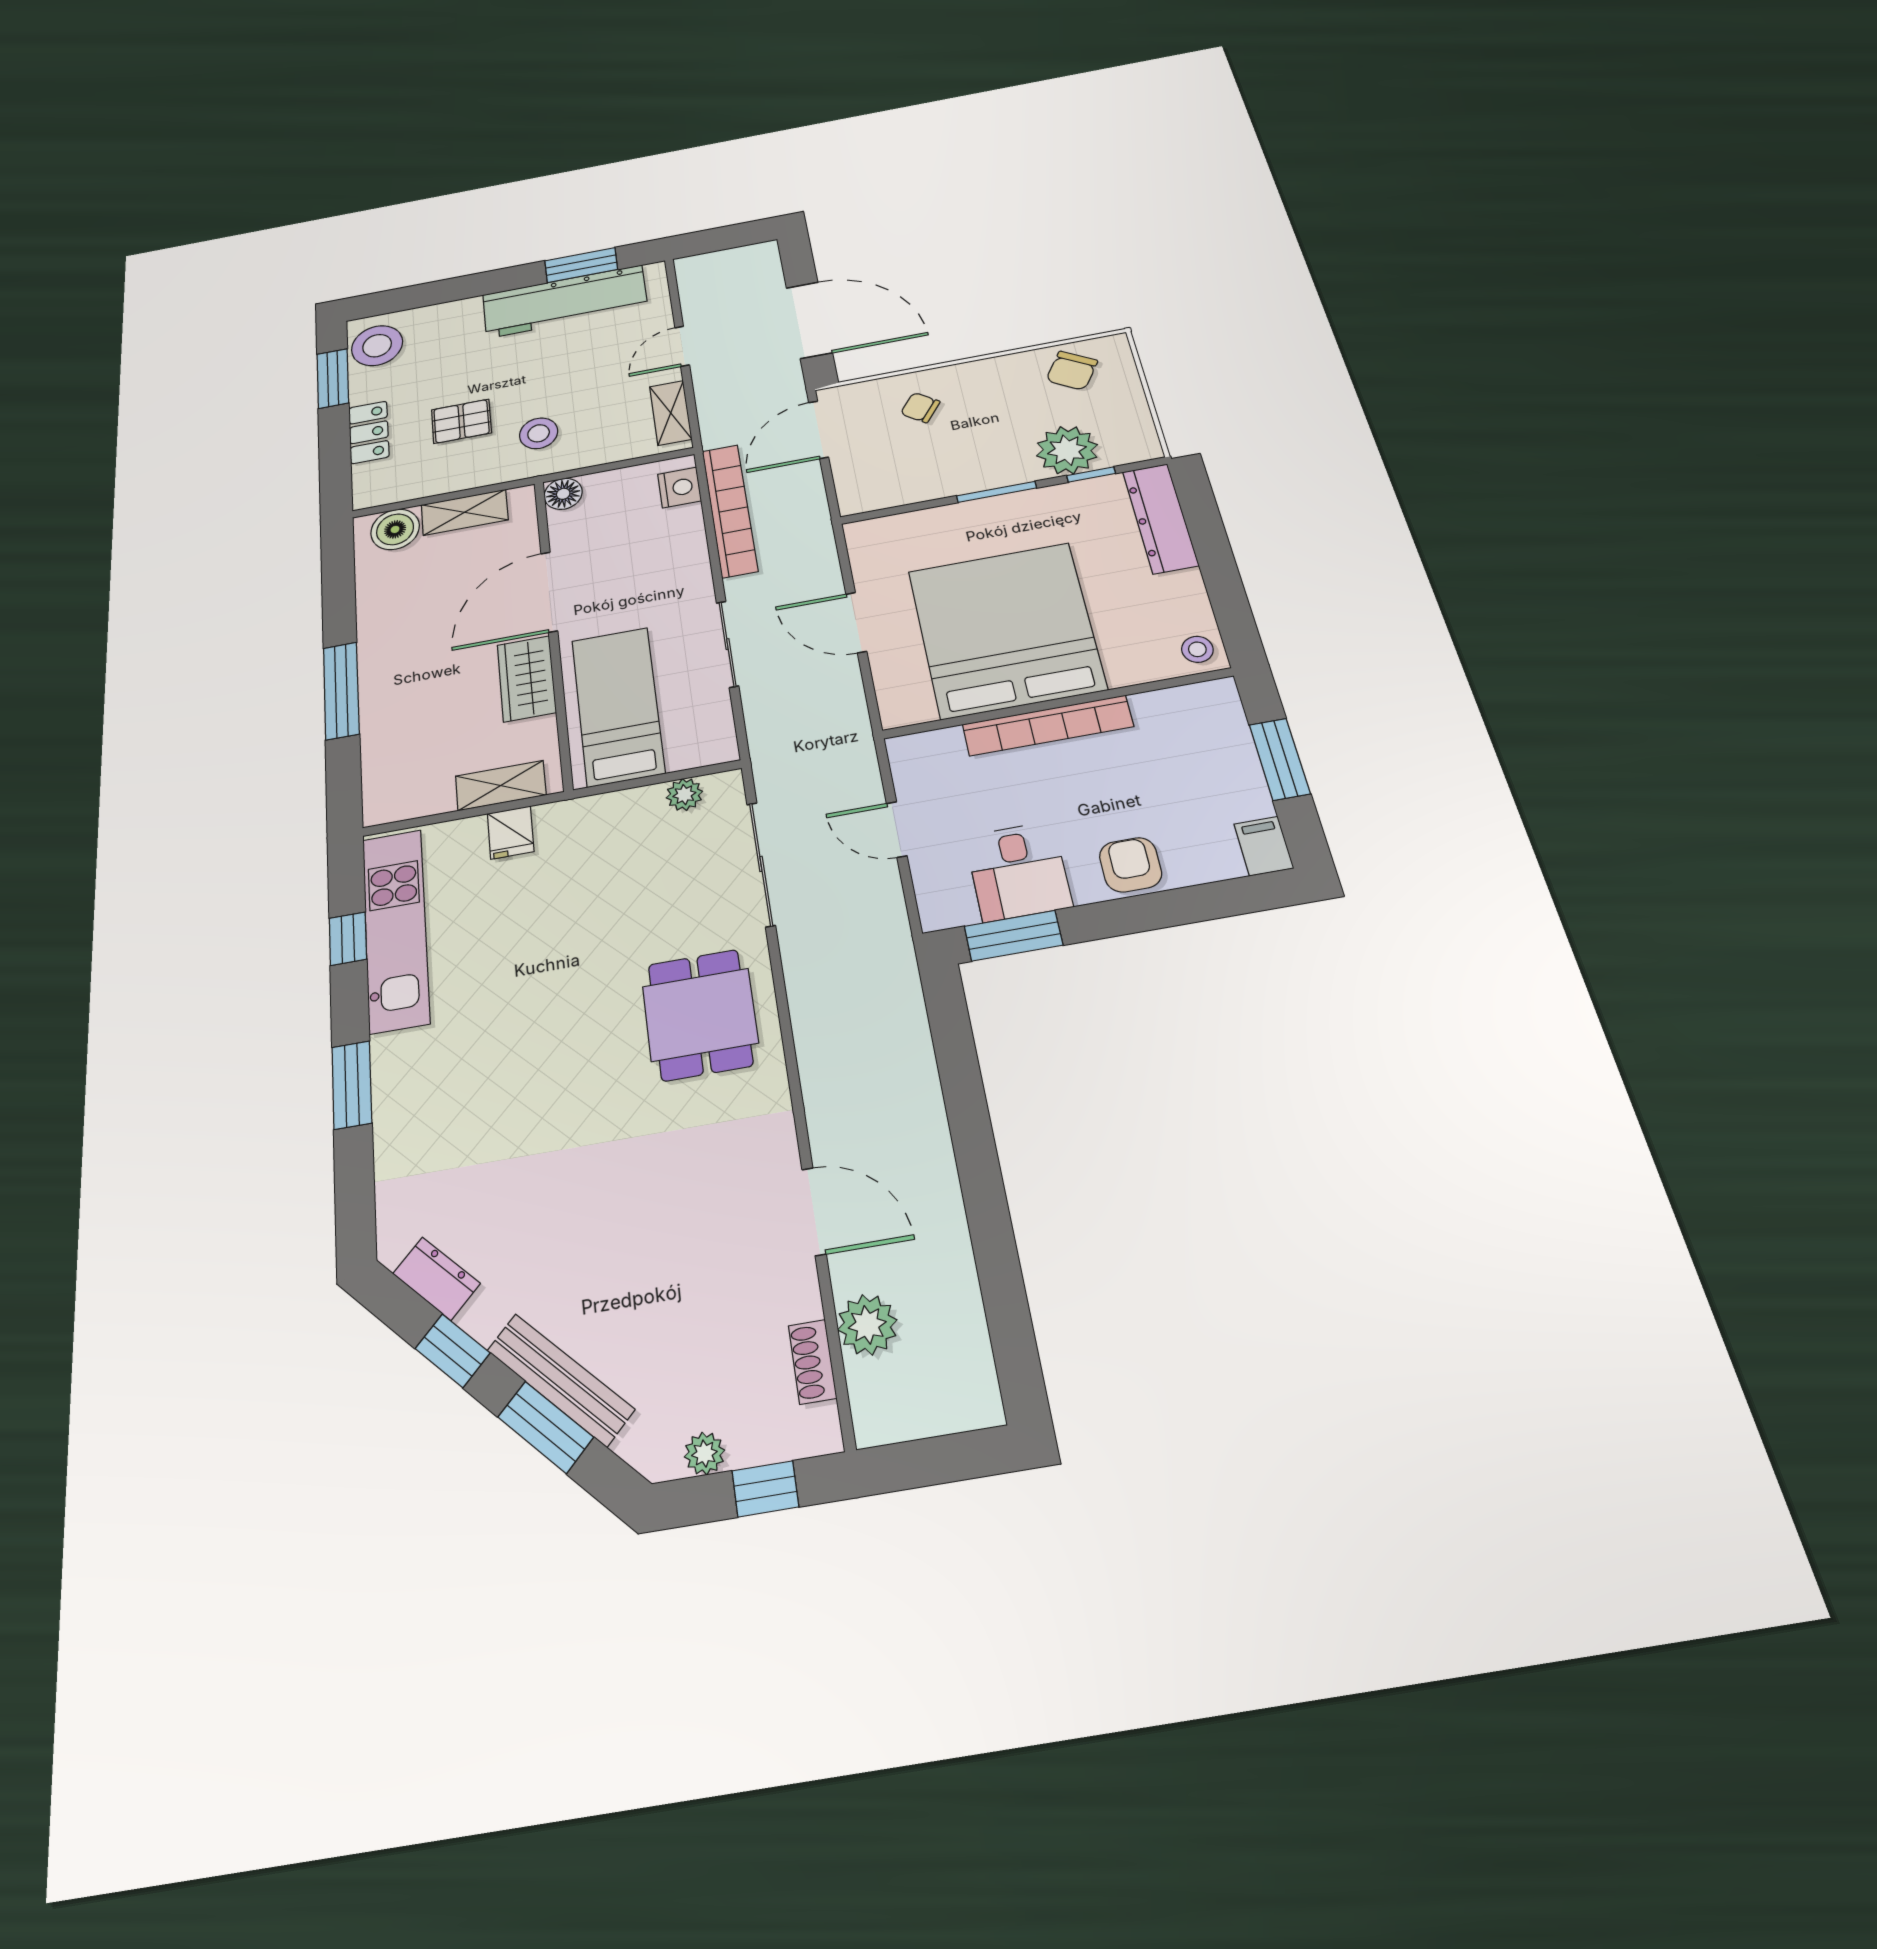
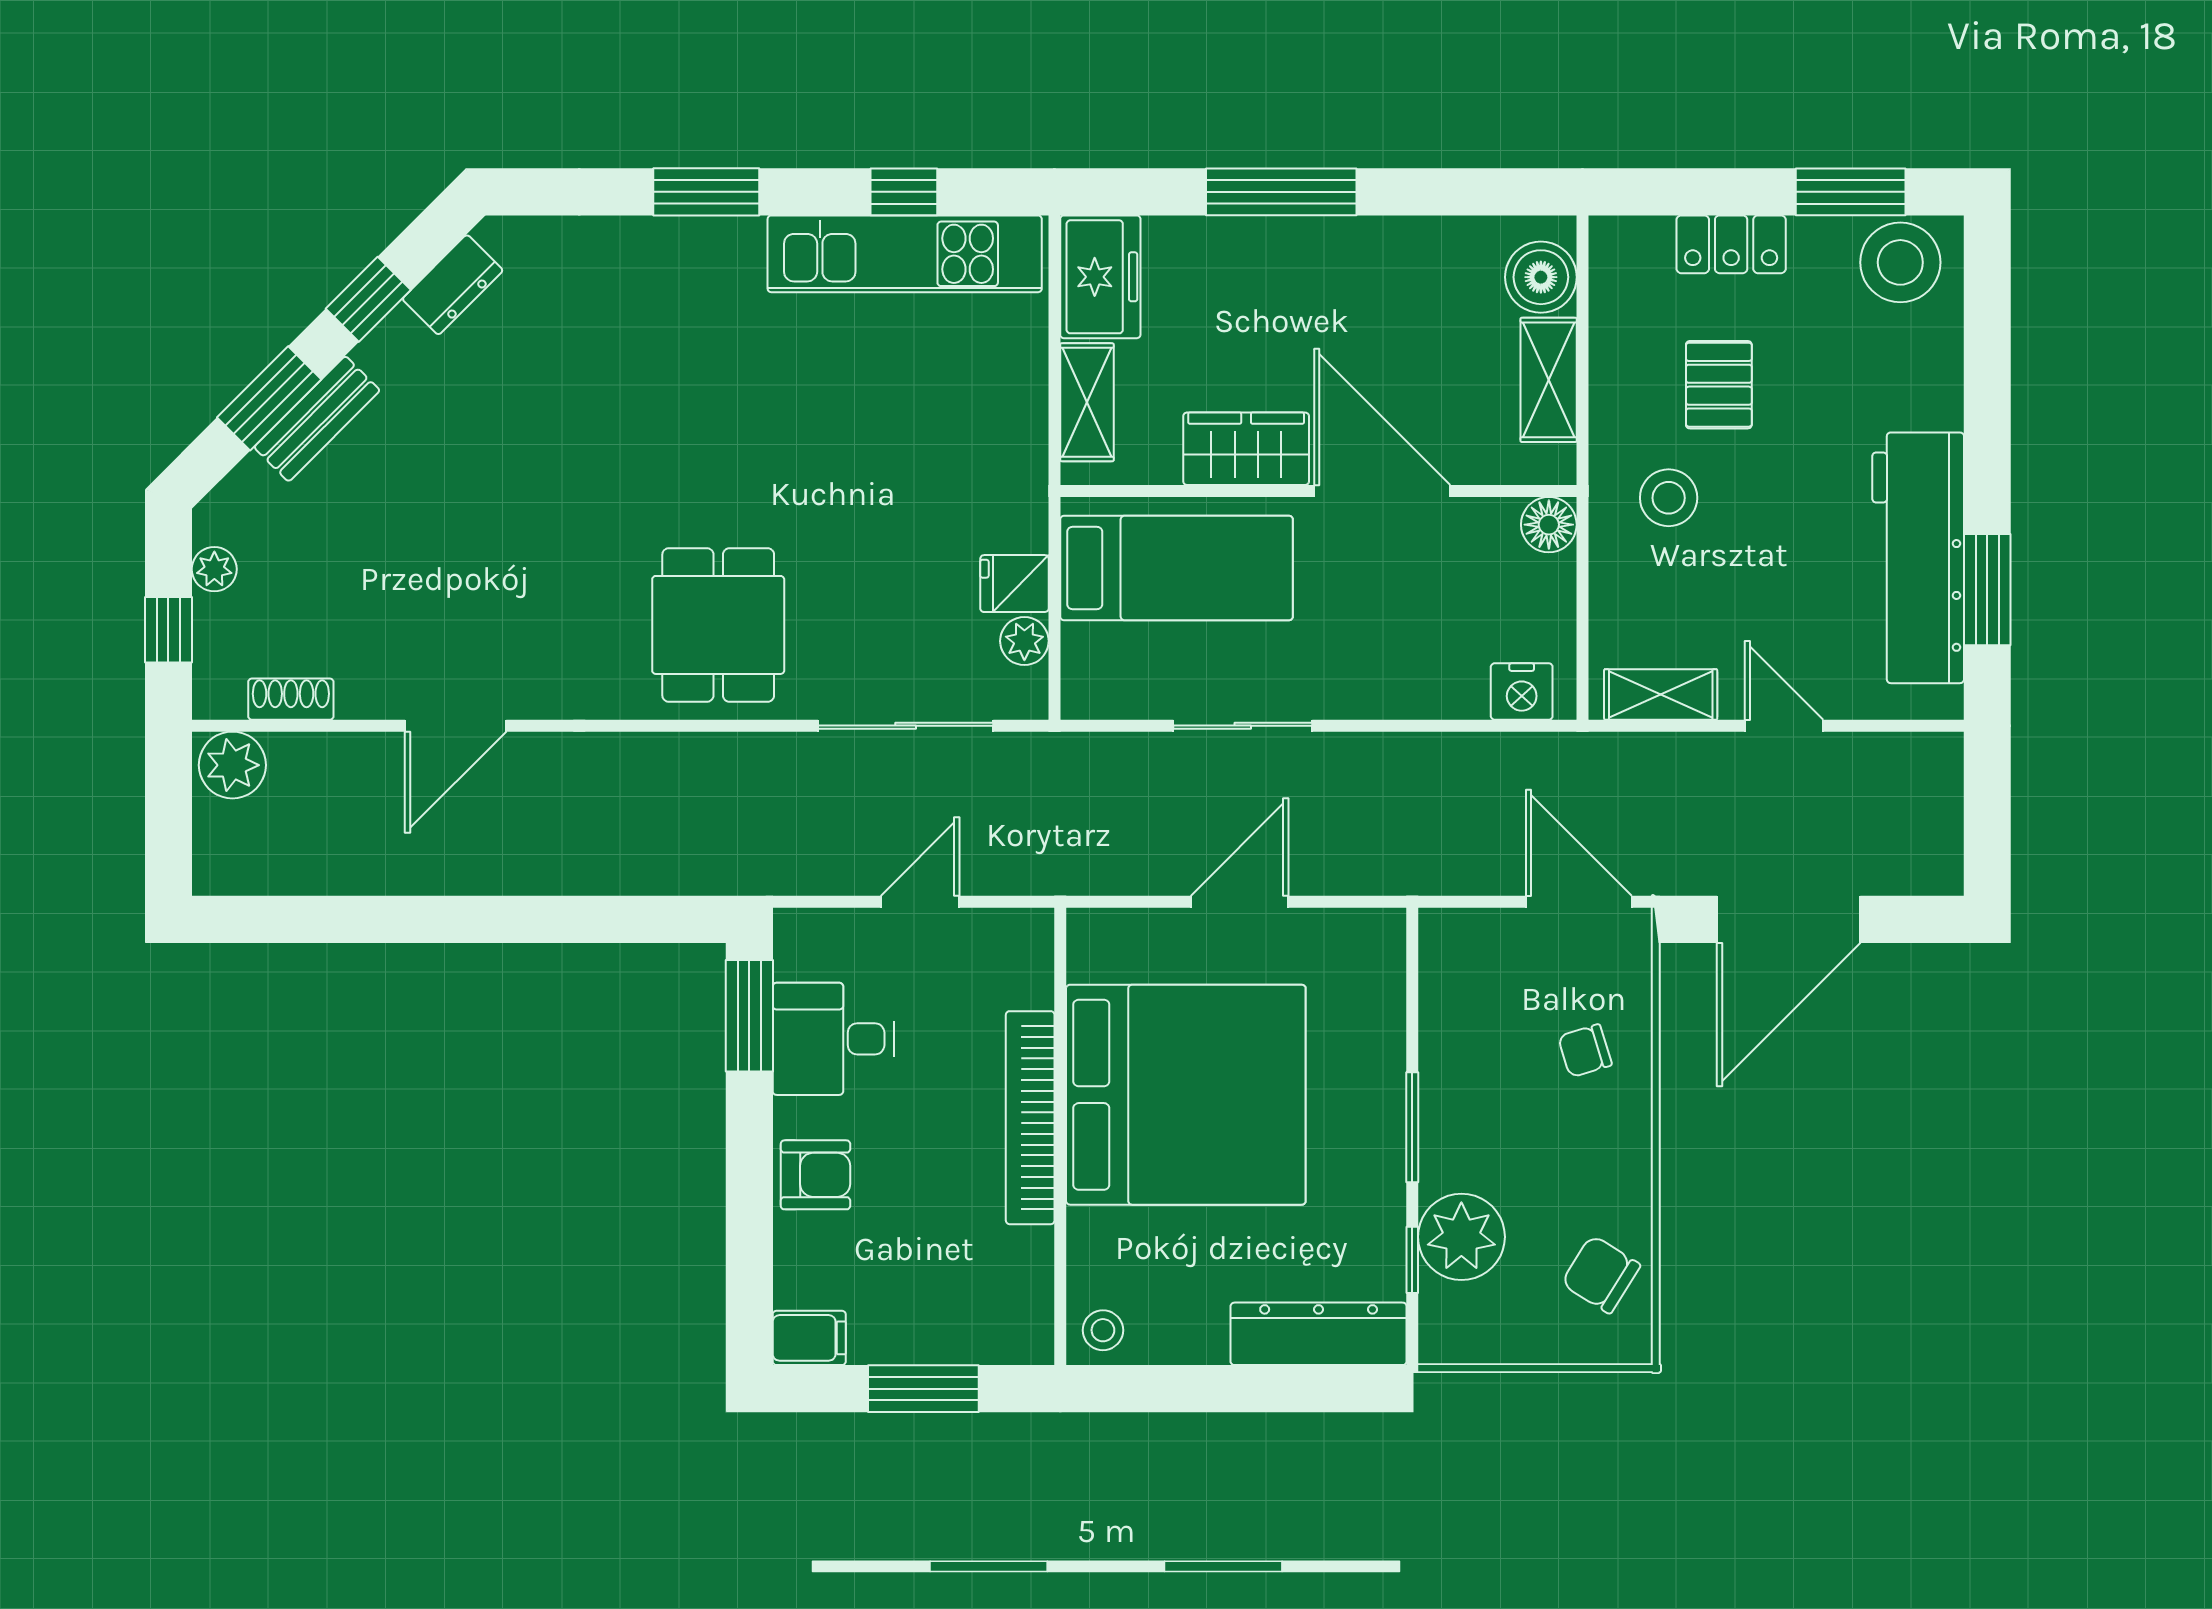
chair: (920, 408) -> (1585, 1051), turned -144
bookcase: (730, 510) -> (1465, 757), removed
freezer: (407, 794) -> (1100, 277), added
fridge: (511, 832) -> (1014, 584), moved
dining table: (700, 1015) -> (718, 625), turned 90
plant: (867, 1325) -> (232, 765), moved
bench: (560, 1380) -> (317, 419), width x0.73

